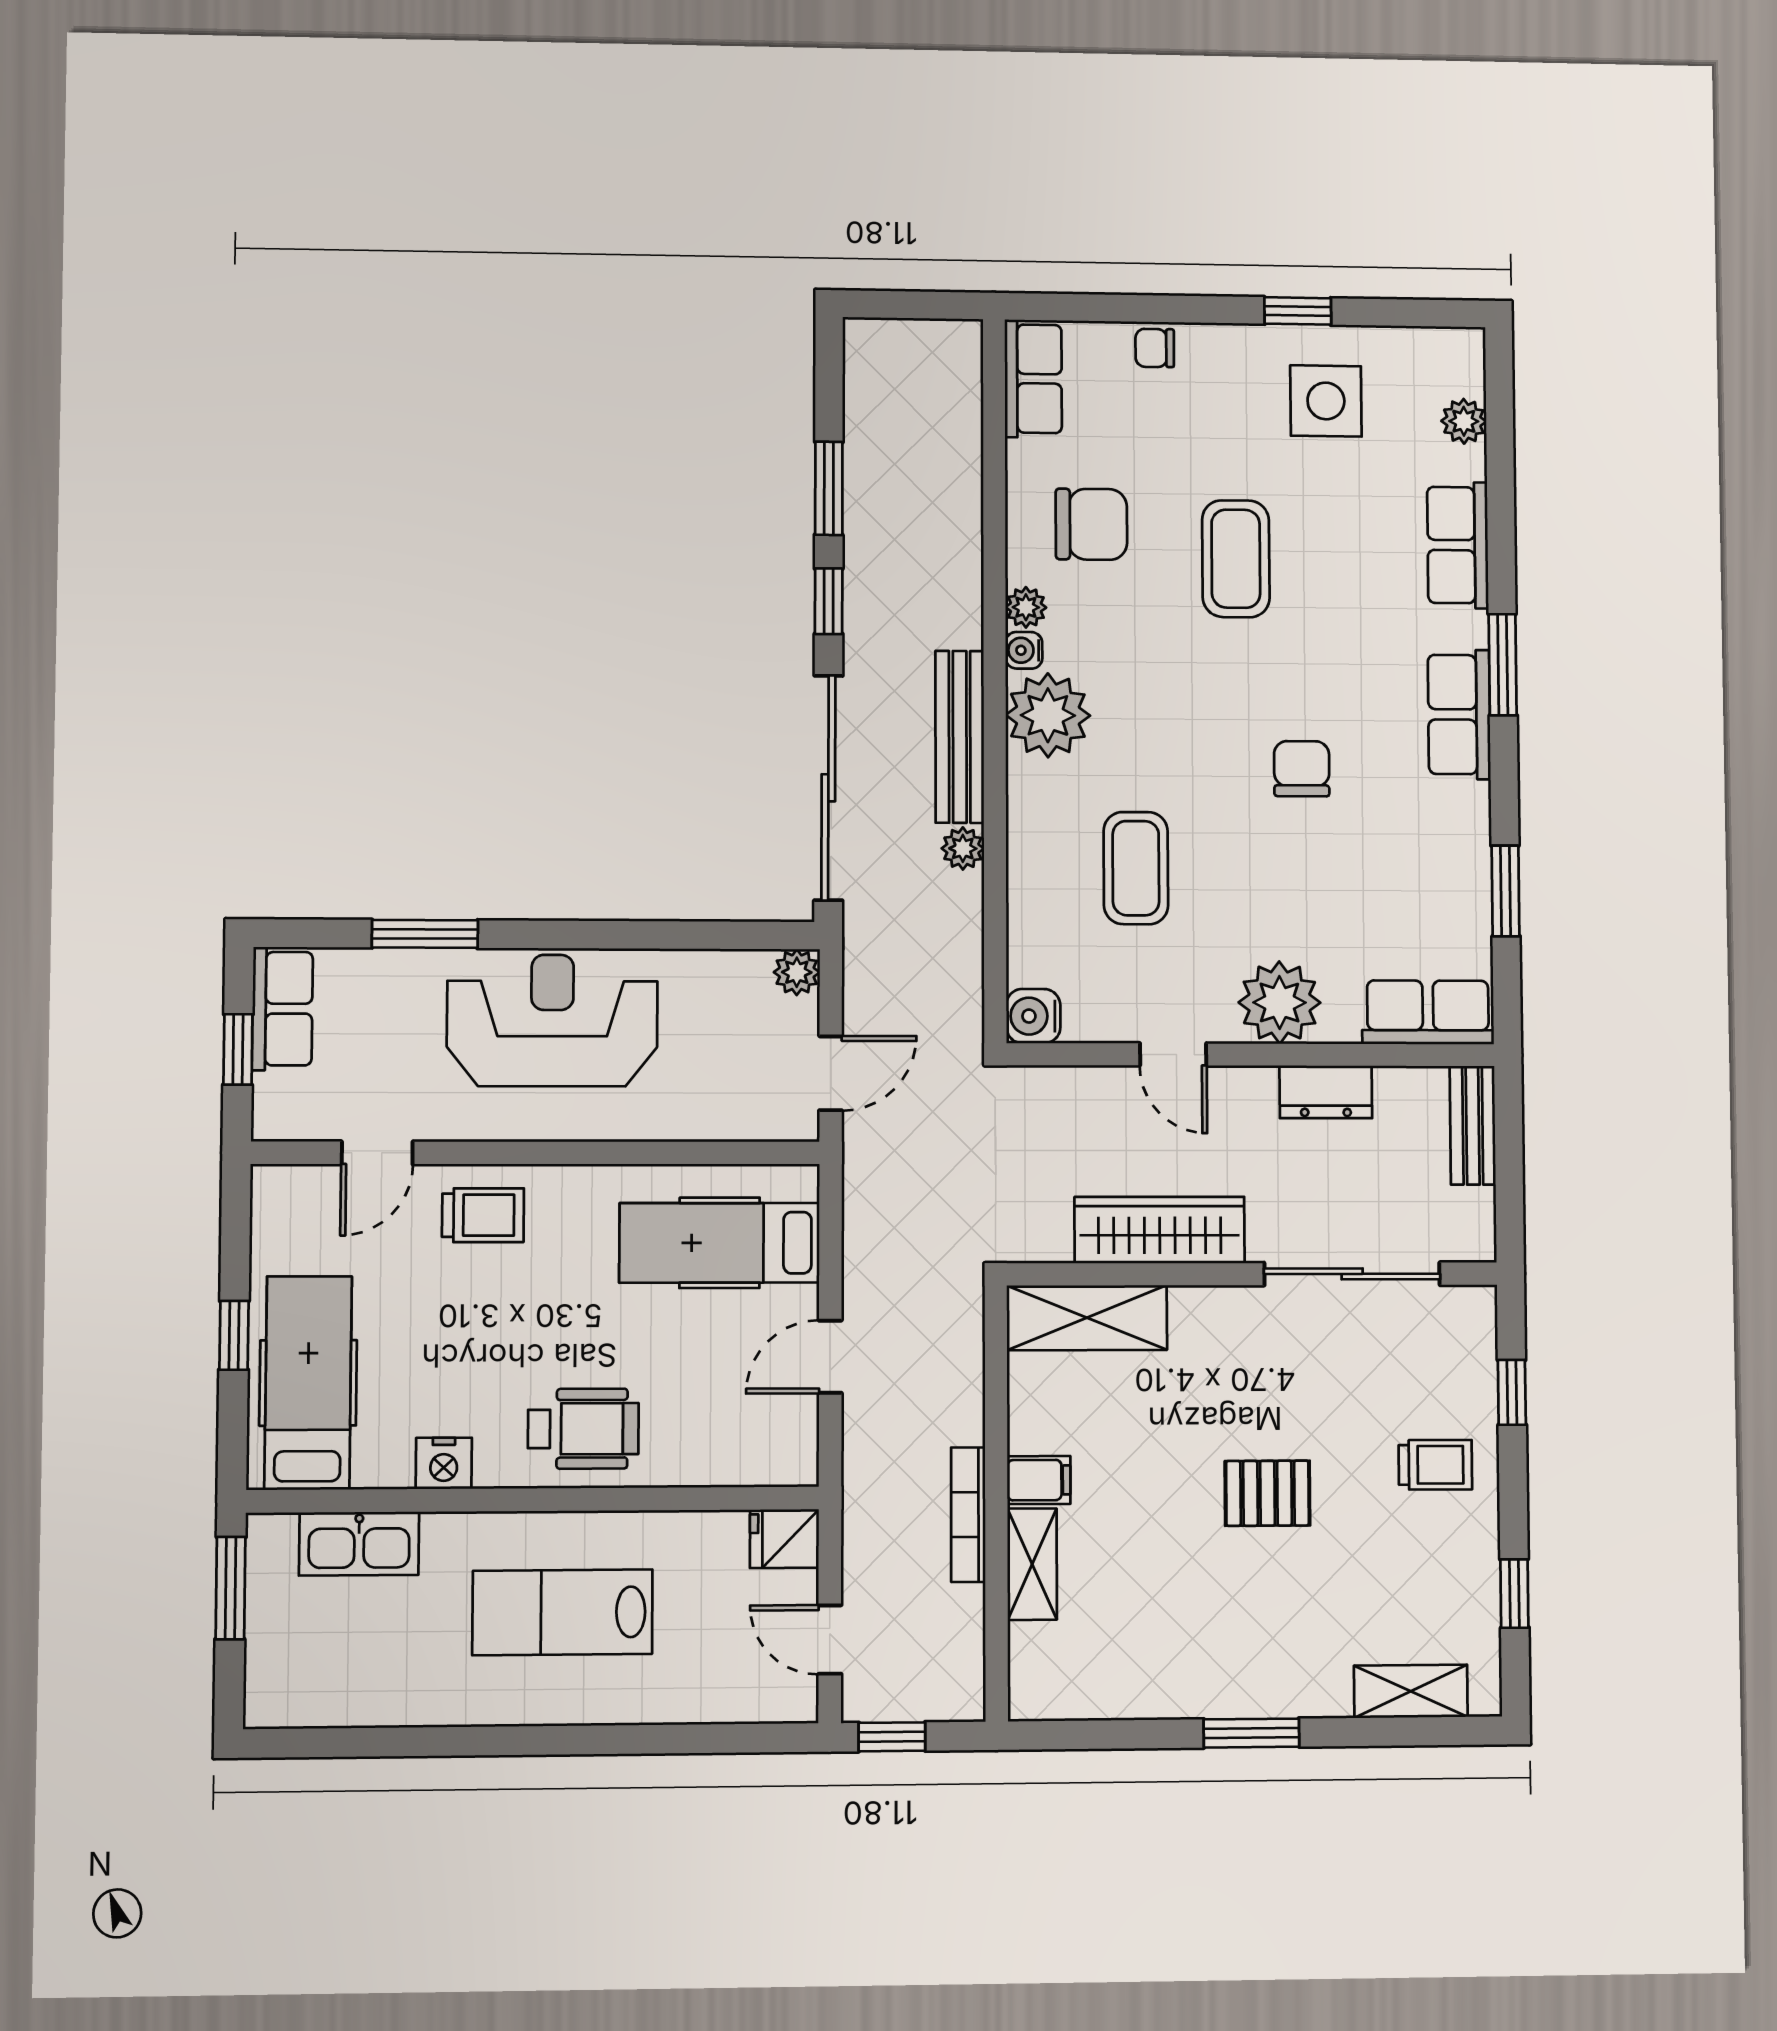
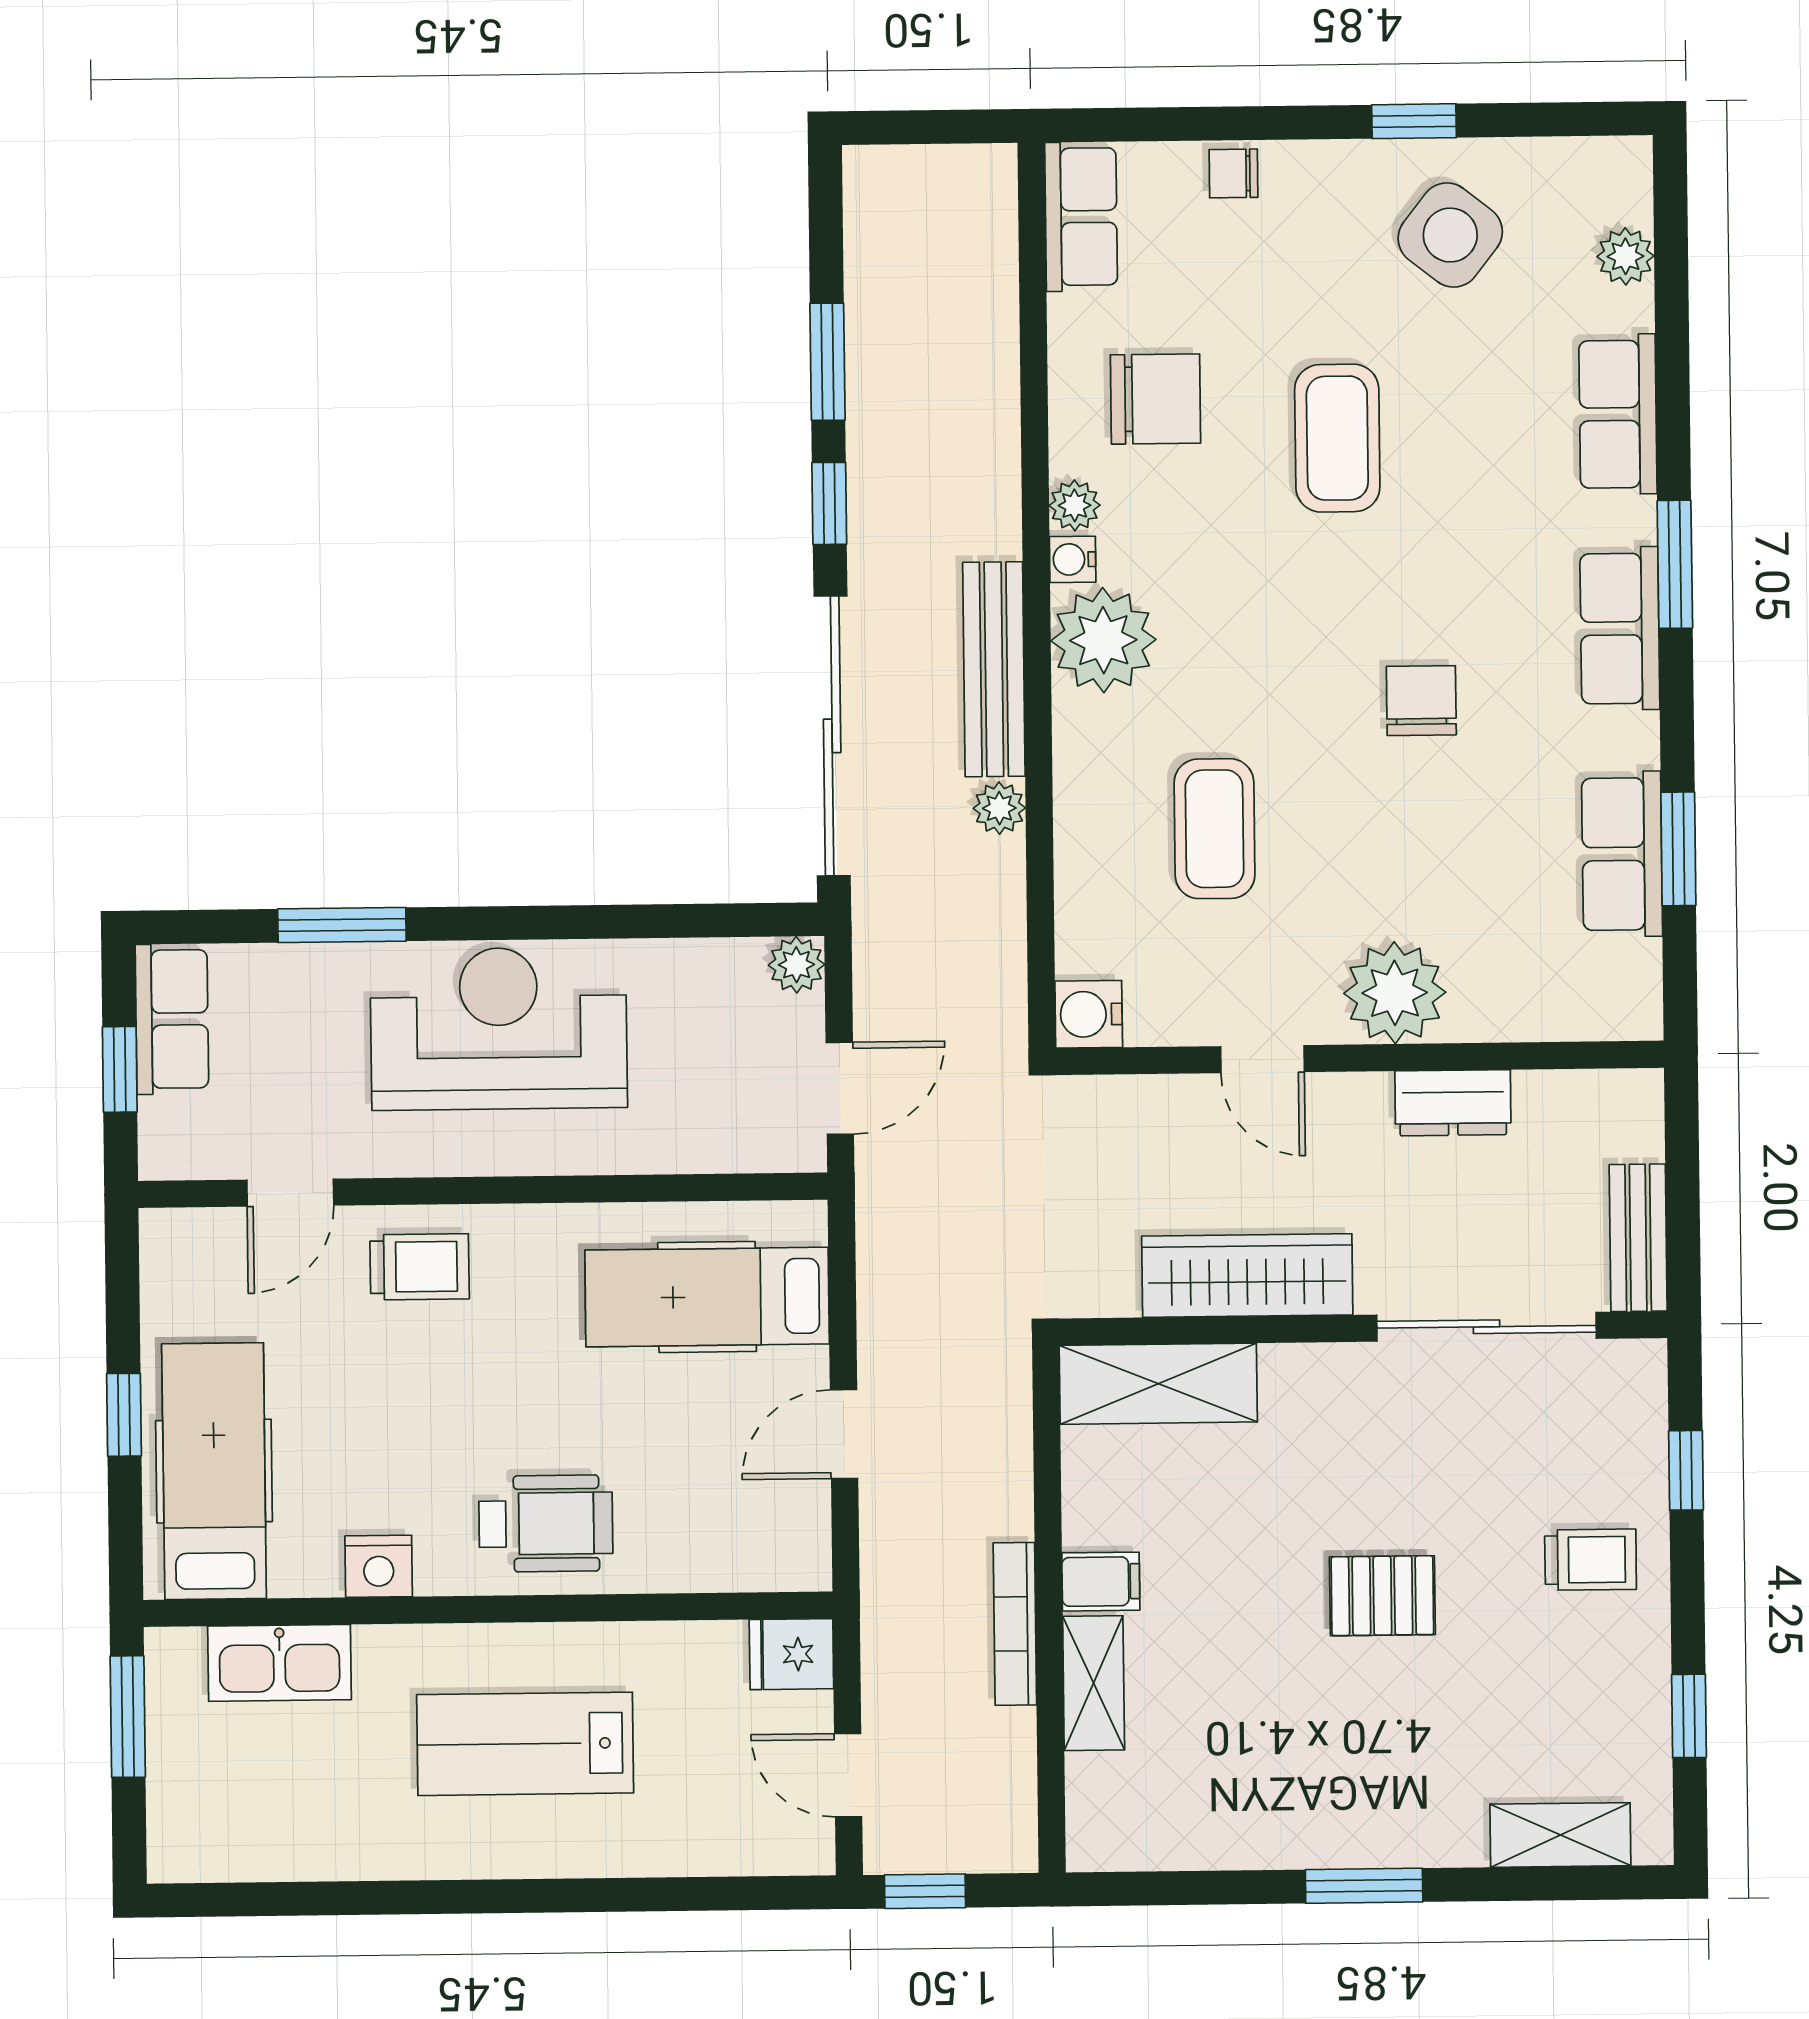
side table: (1326, 401) -> (1450, 235), turned 38
row of seats: (1428, 1012) -> (1622, 854), moved, turned -90
bench: (1473, 1125) -> (1638, 1238), moved

